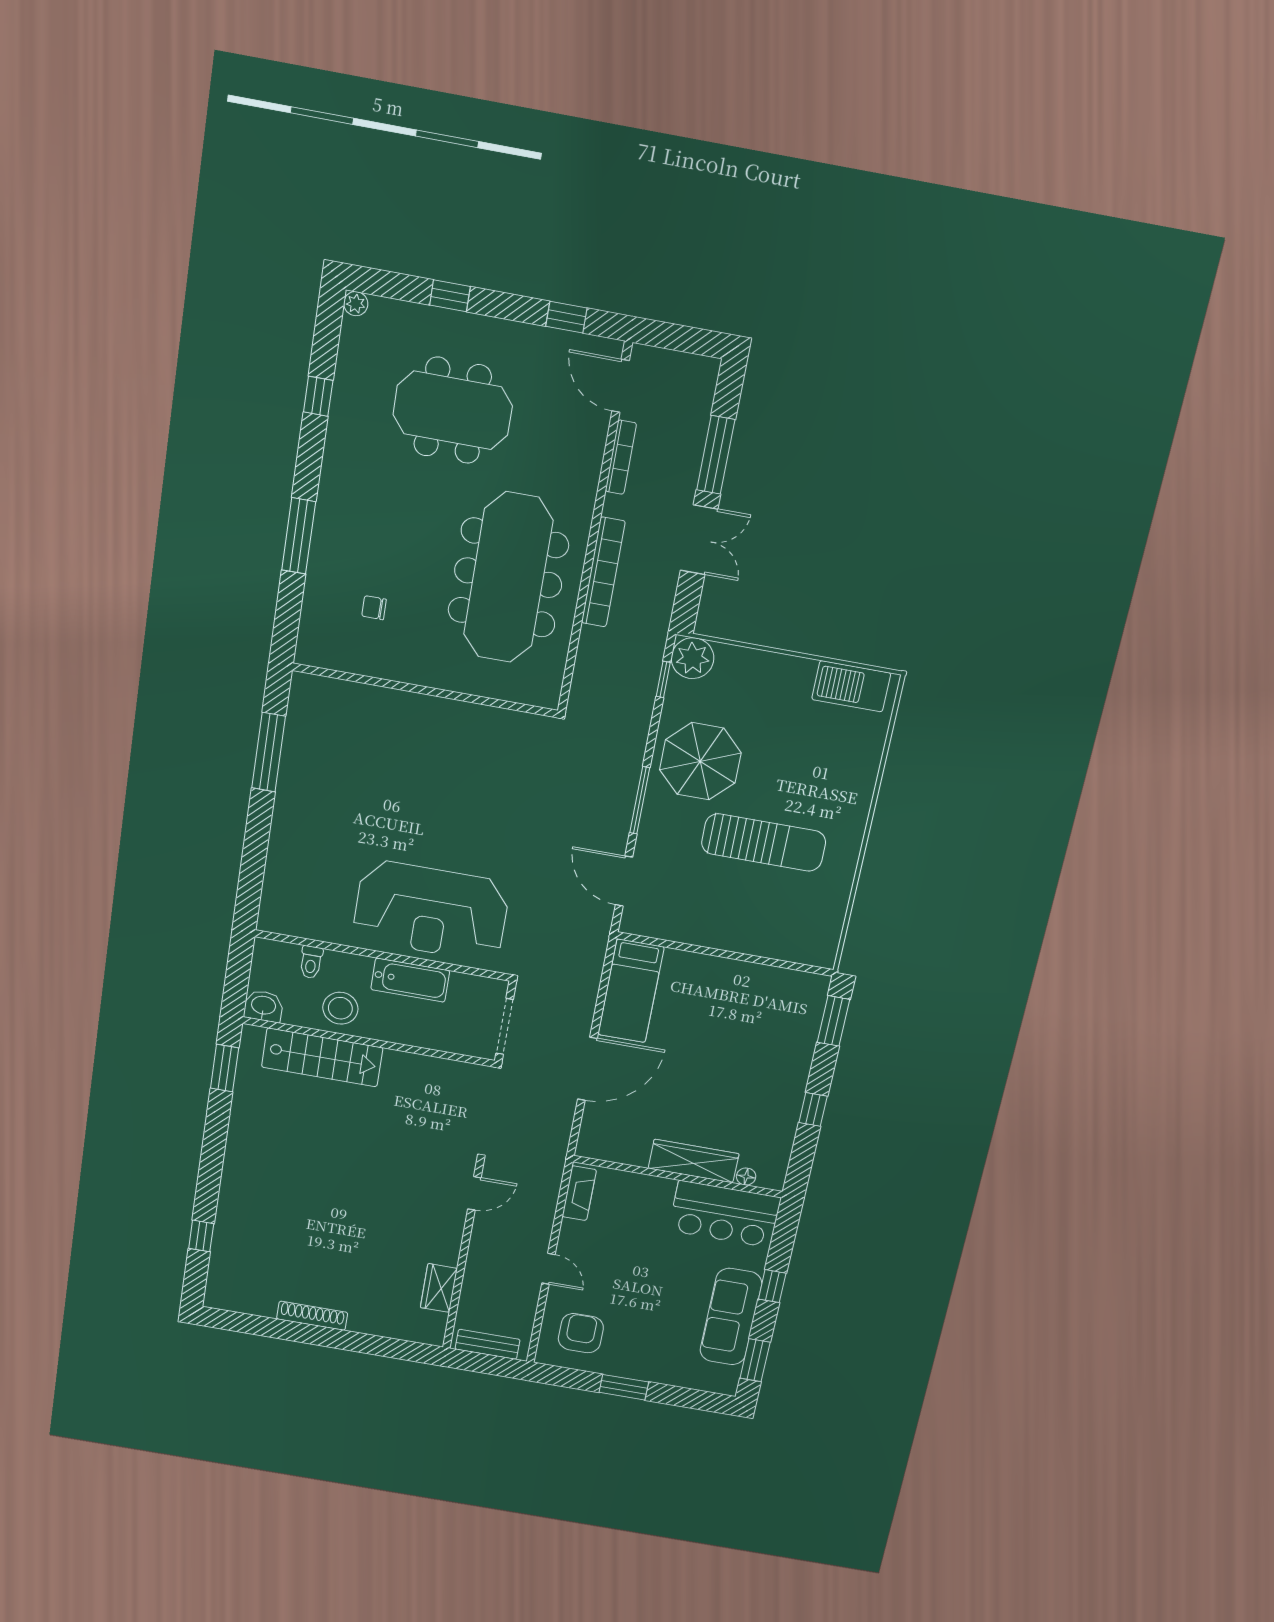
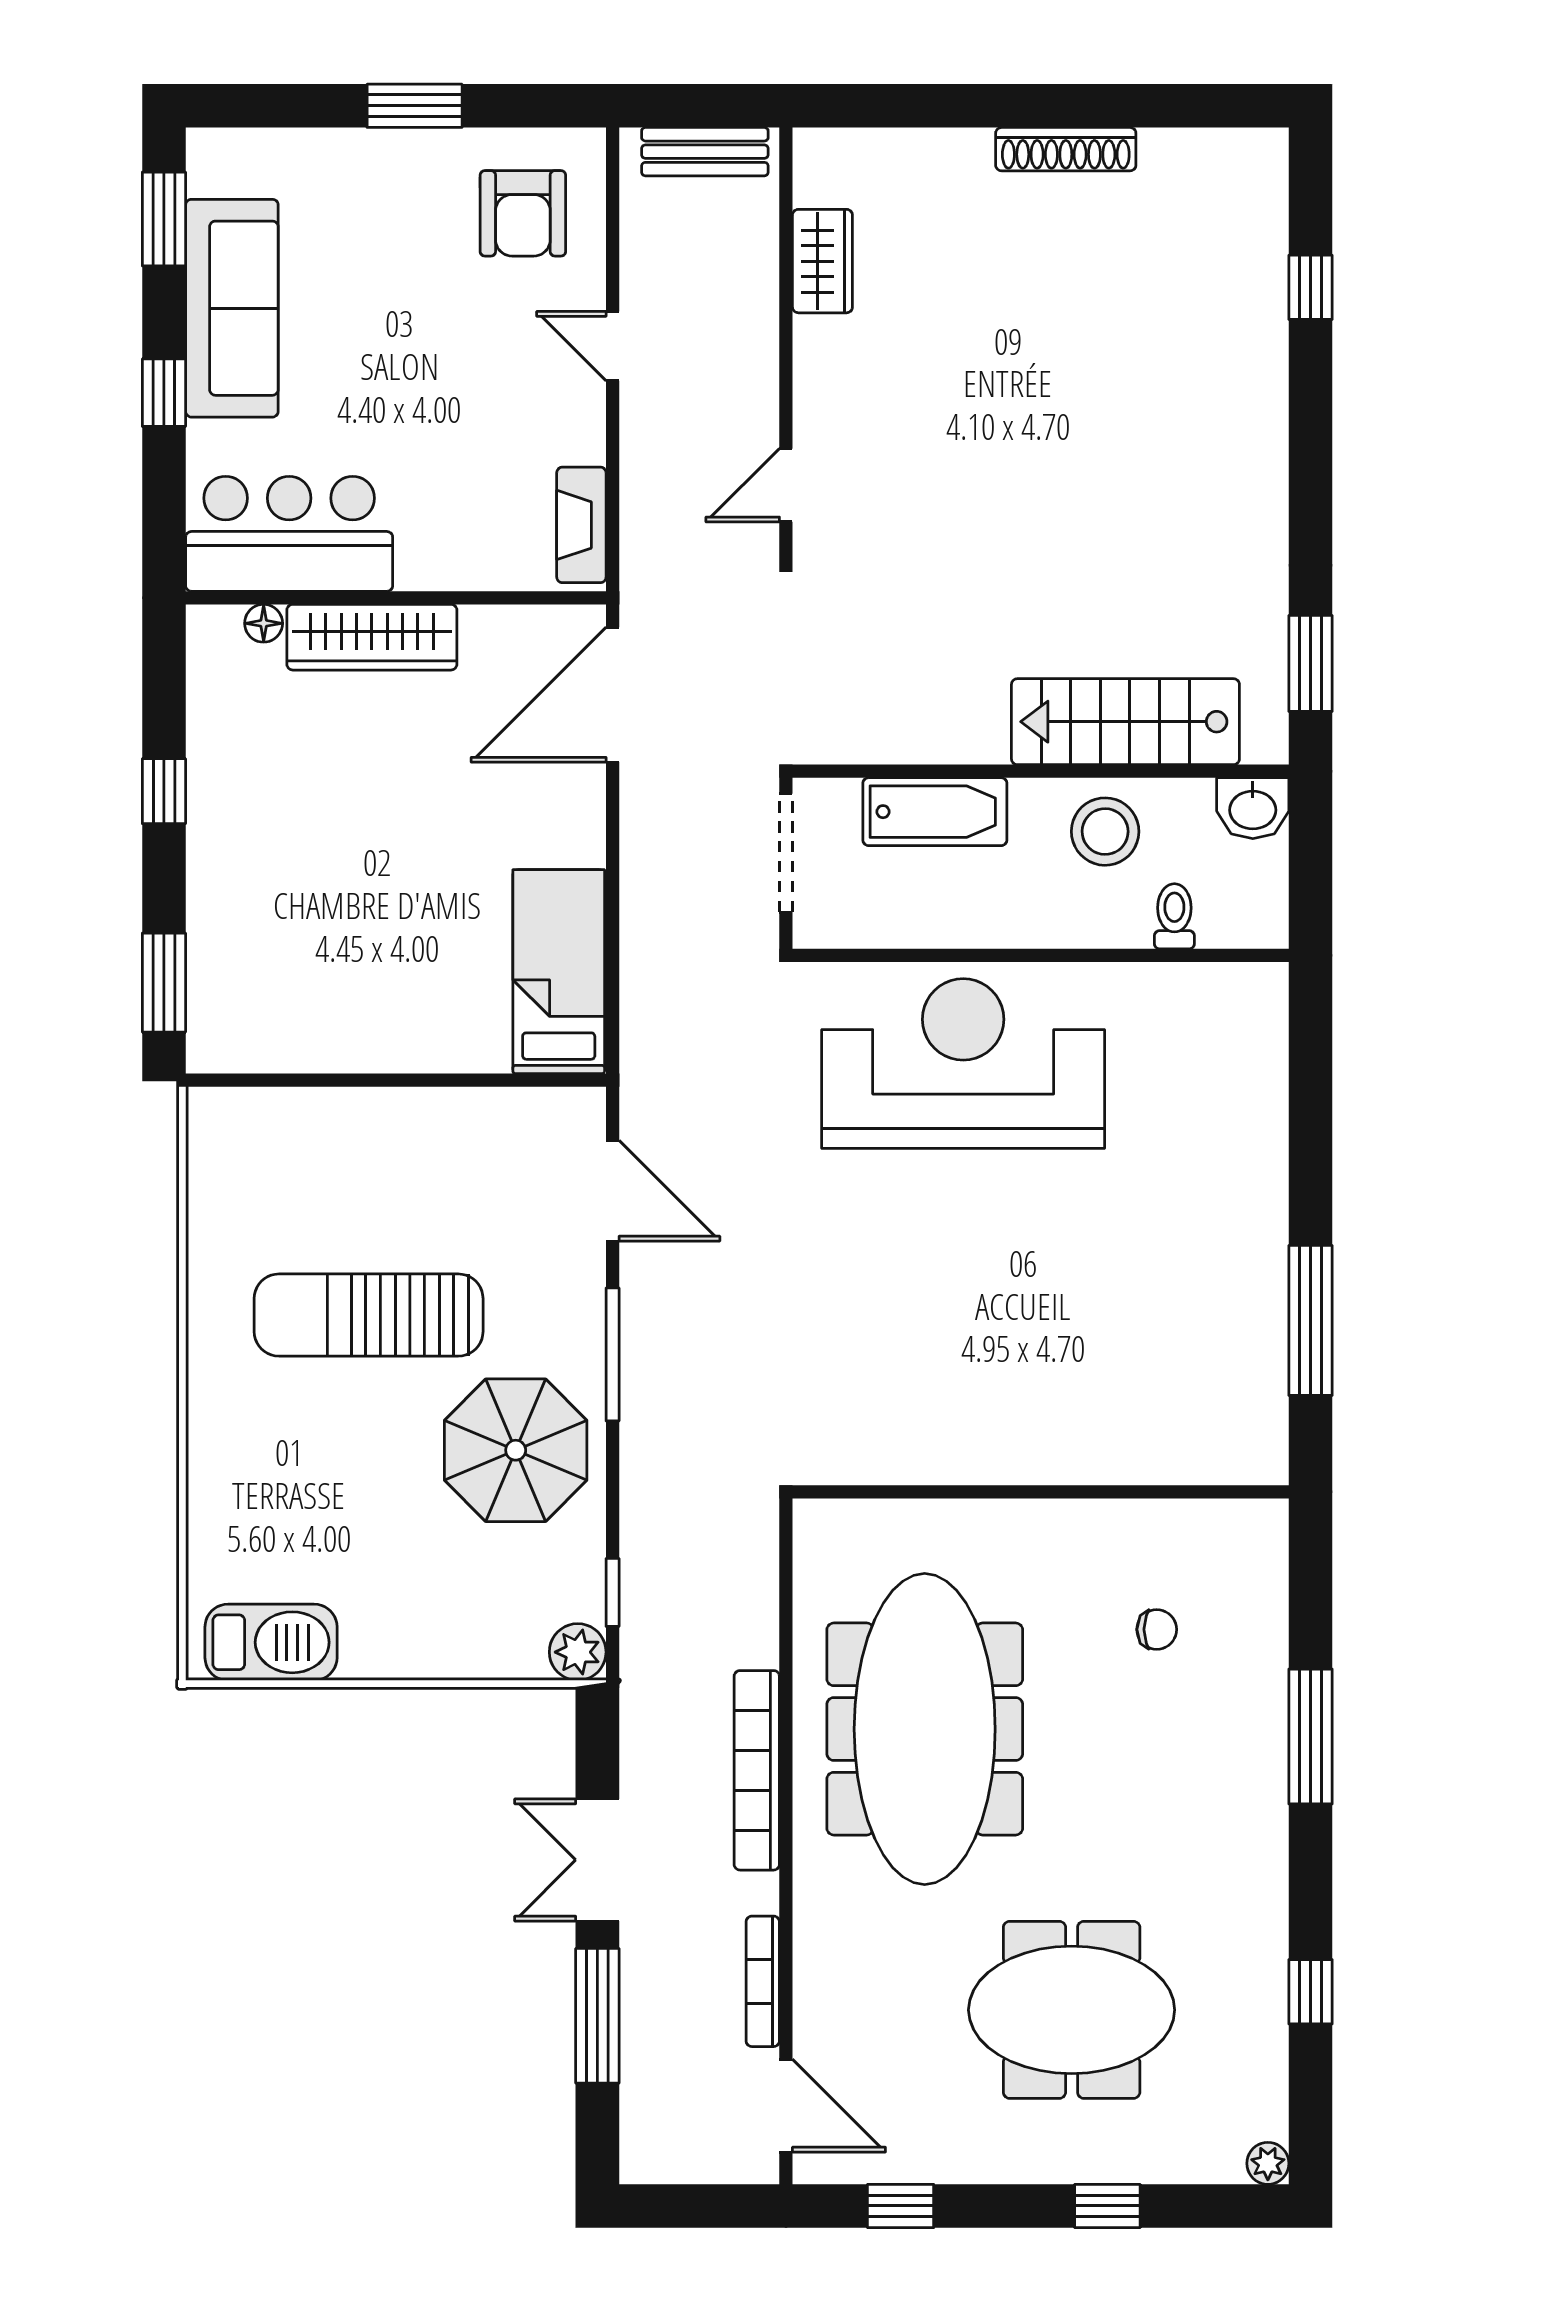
plant: (693, 658) -> (578, 1652), width x0.73, depth x0.73
bathtub: (410, 980) -> (935, 812), moved, turned 180
door: (587, 1069) -> (613, 695), moved

